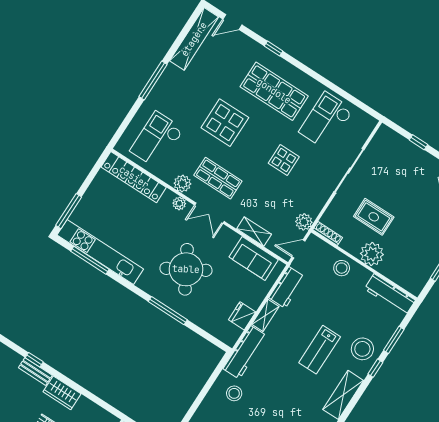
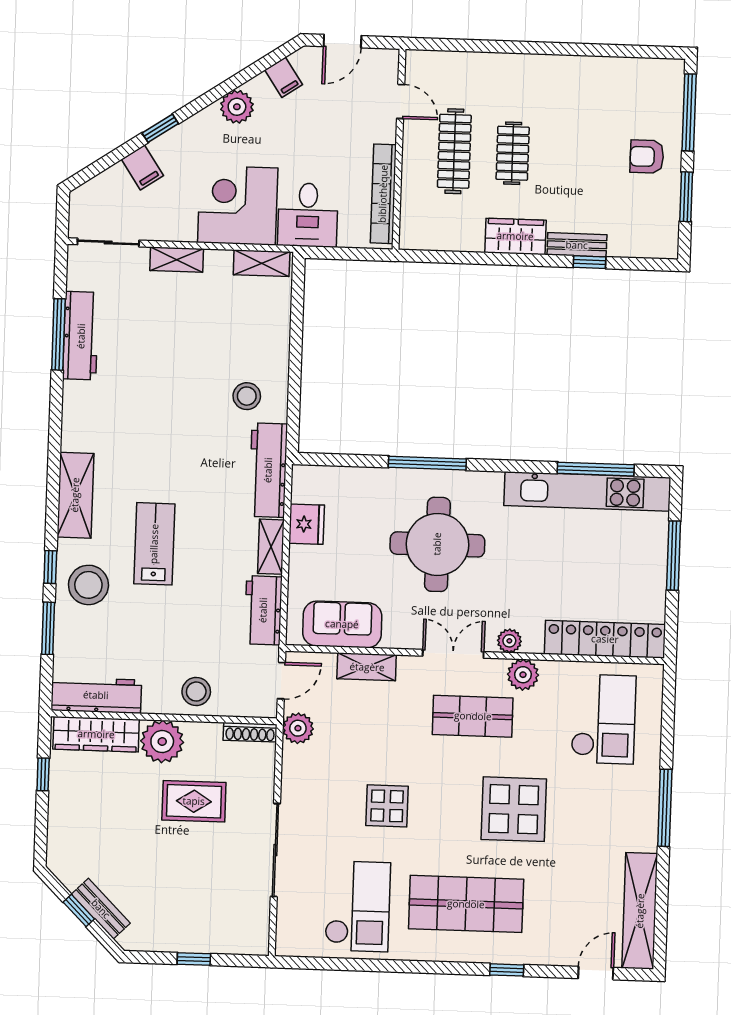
window: (69, 211) -> (674, 556), moved
round table: (186, 269) -> (437, 544), turned 30
wardrobe: (401, 276) -> (96, 734), added

